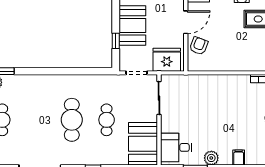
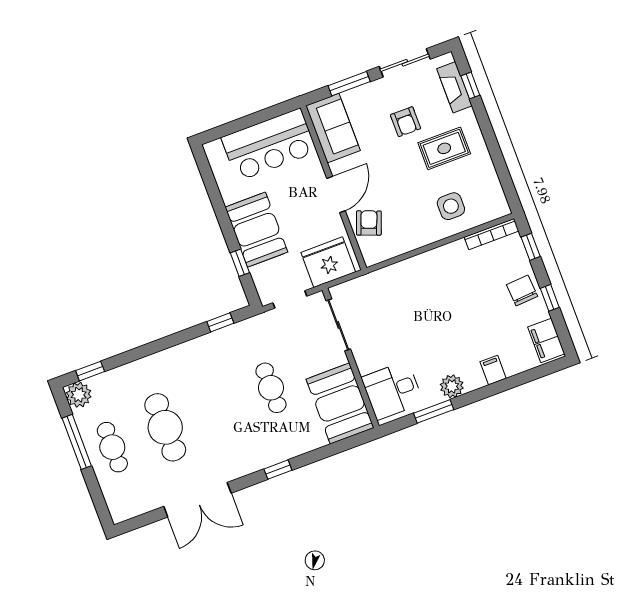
side table: (250, 54) -> (451, 206), added
window: (91, 71) -> (220, 322), added
cafe table: (72, 120) -> (165, 427), moved

